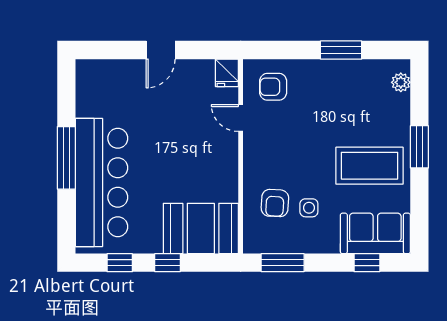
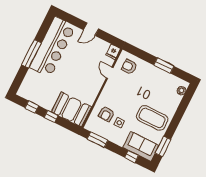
window: (419, 147) -> (163, 146), moved
bar counter: (102, 182) -> (53, 47), moved

